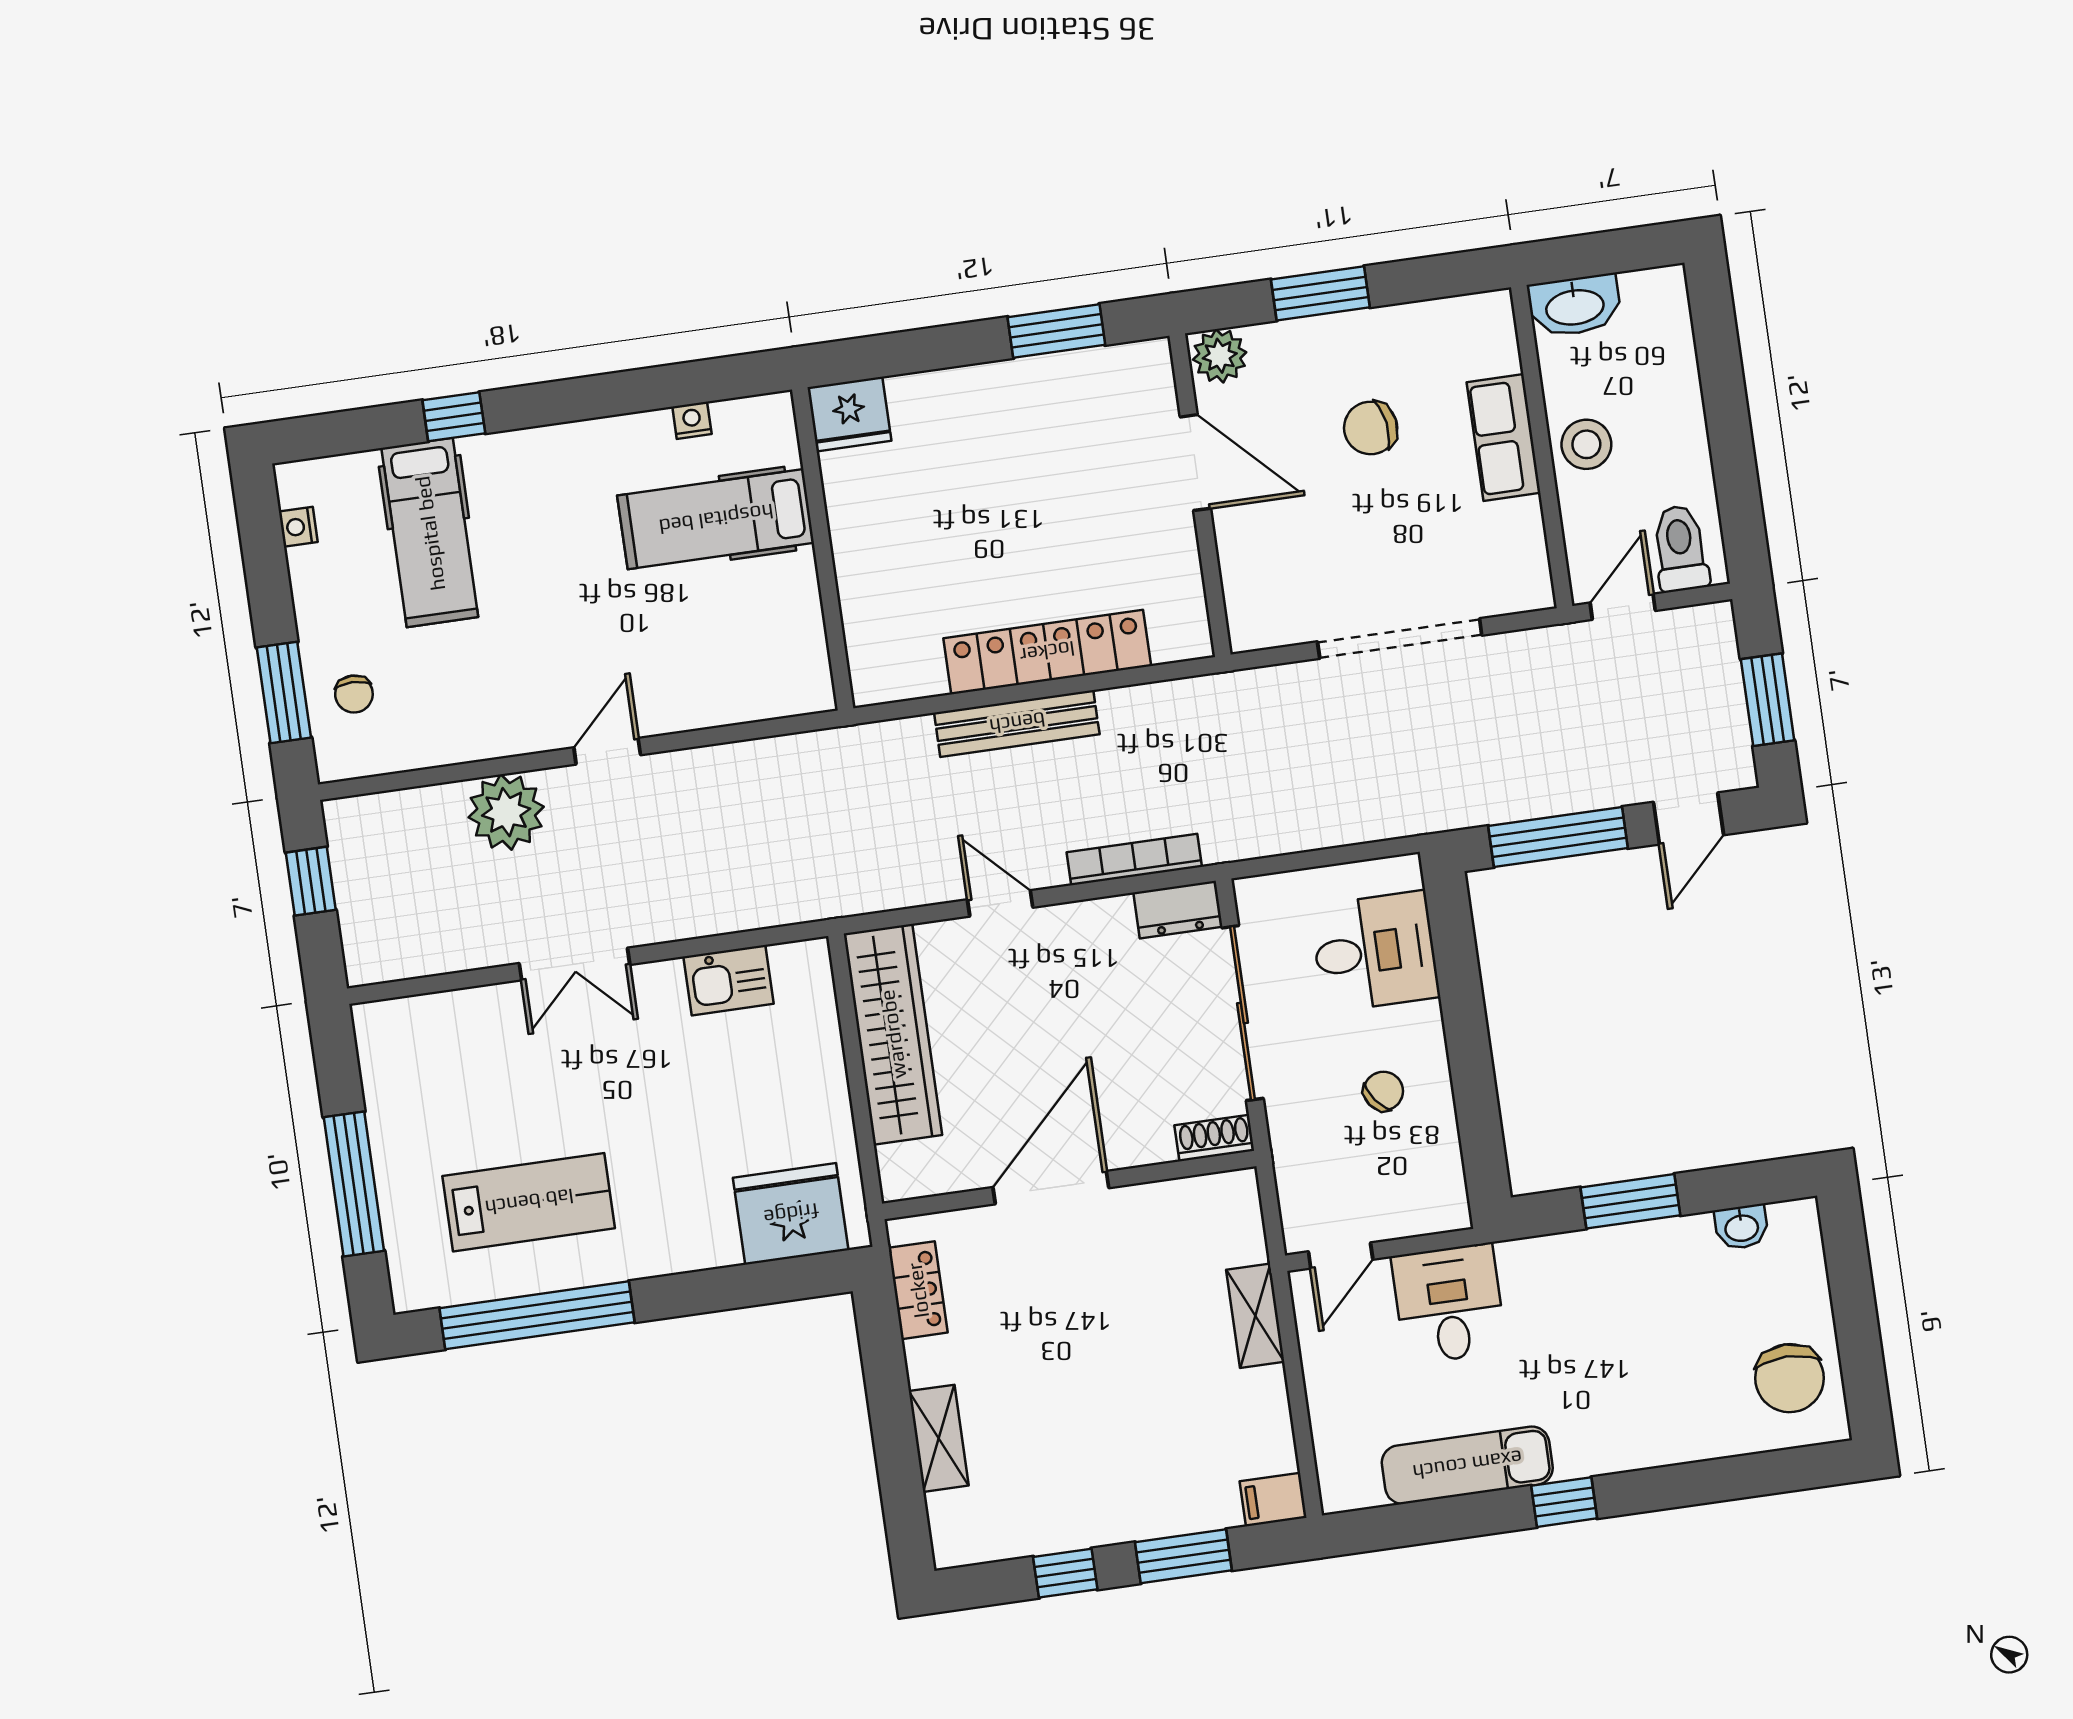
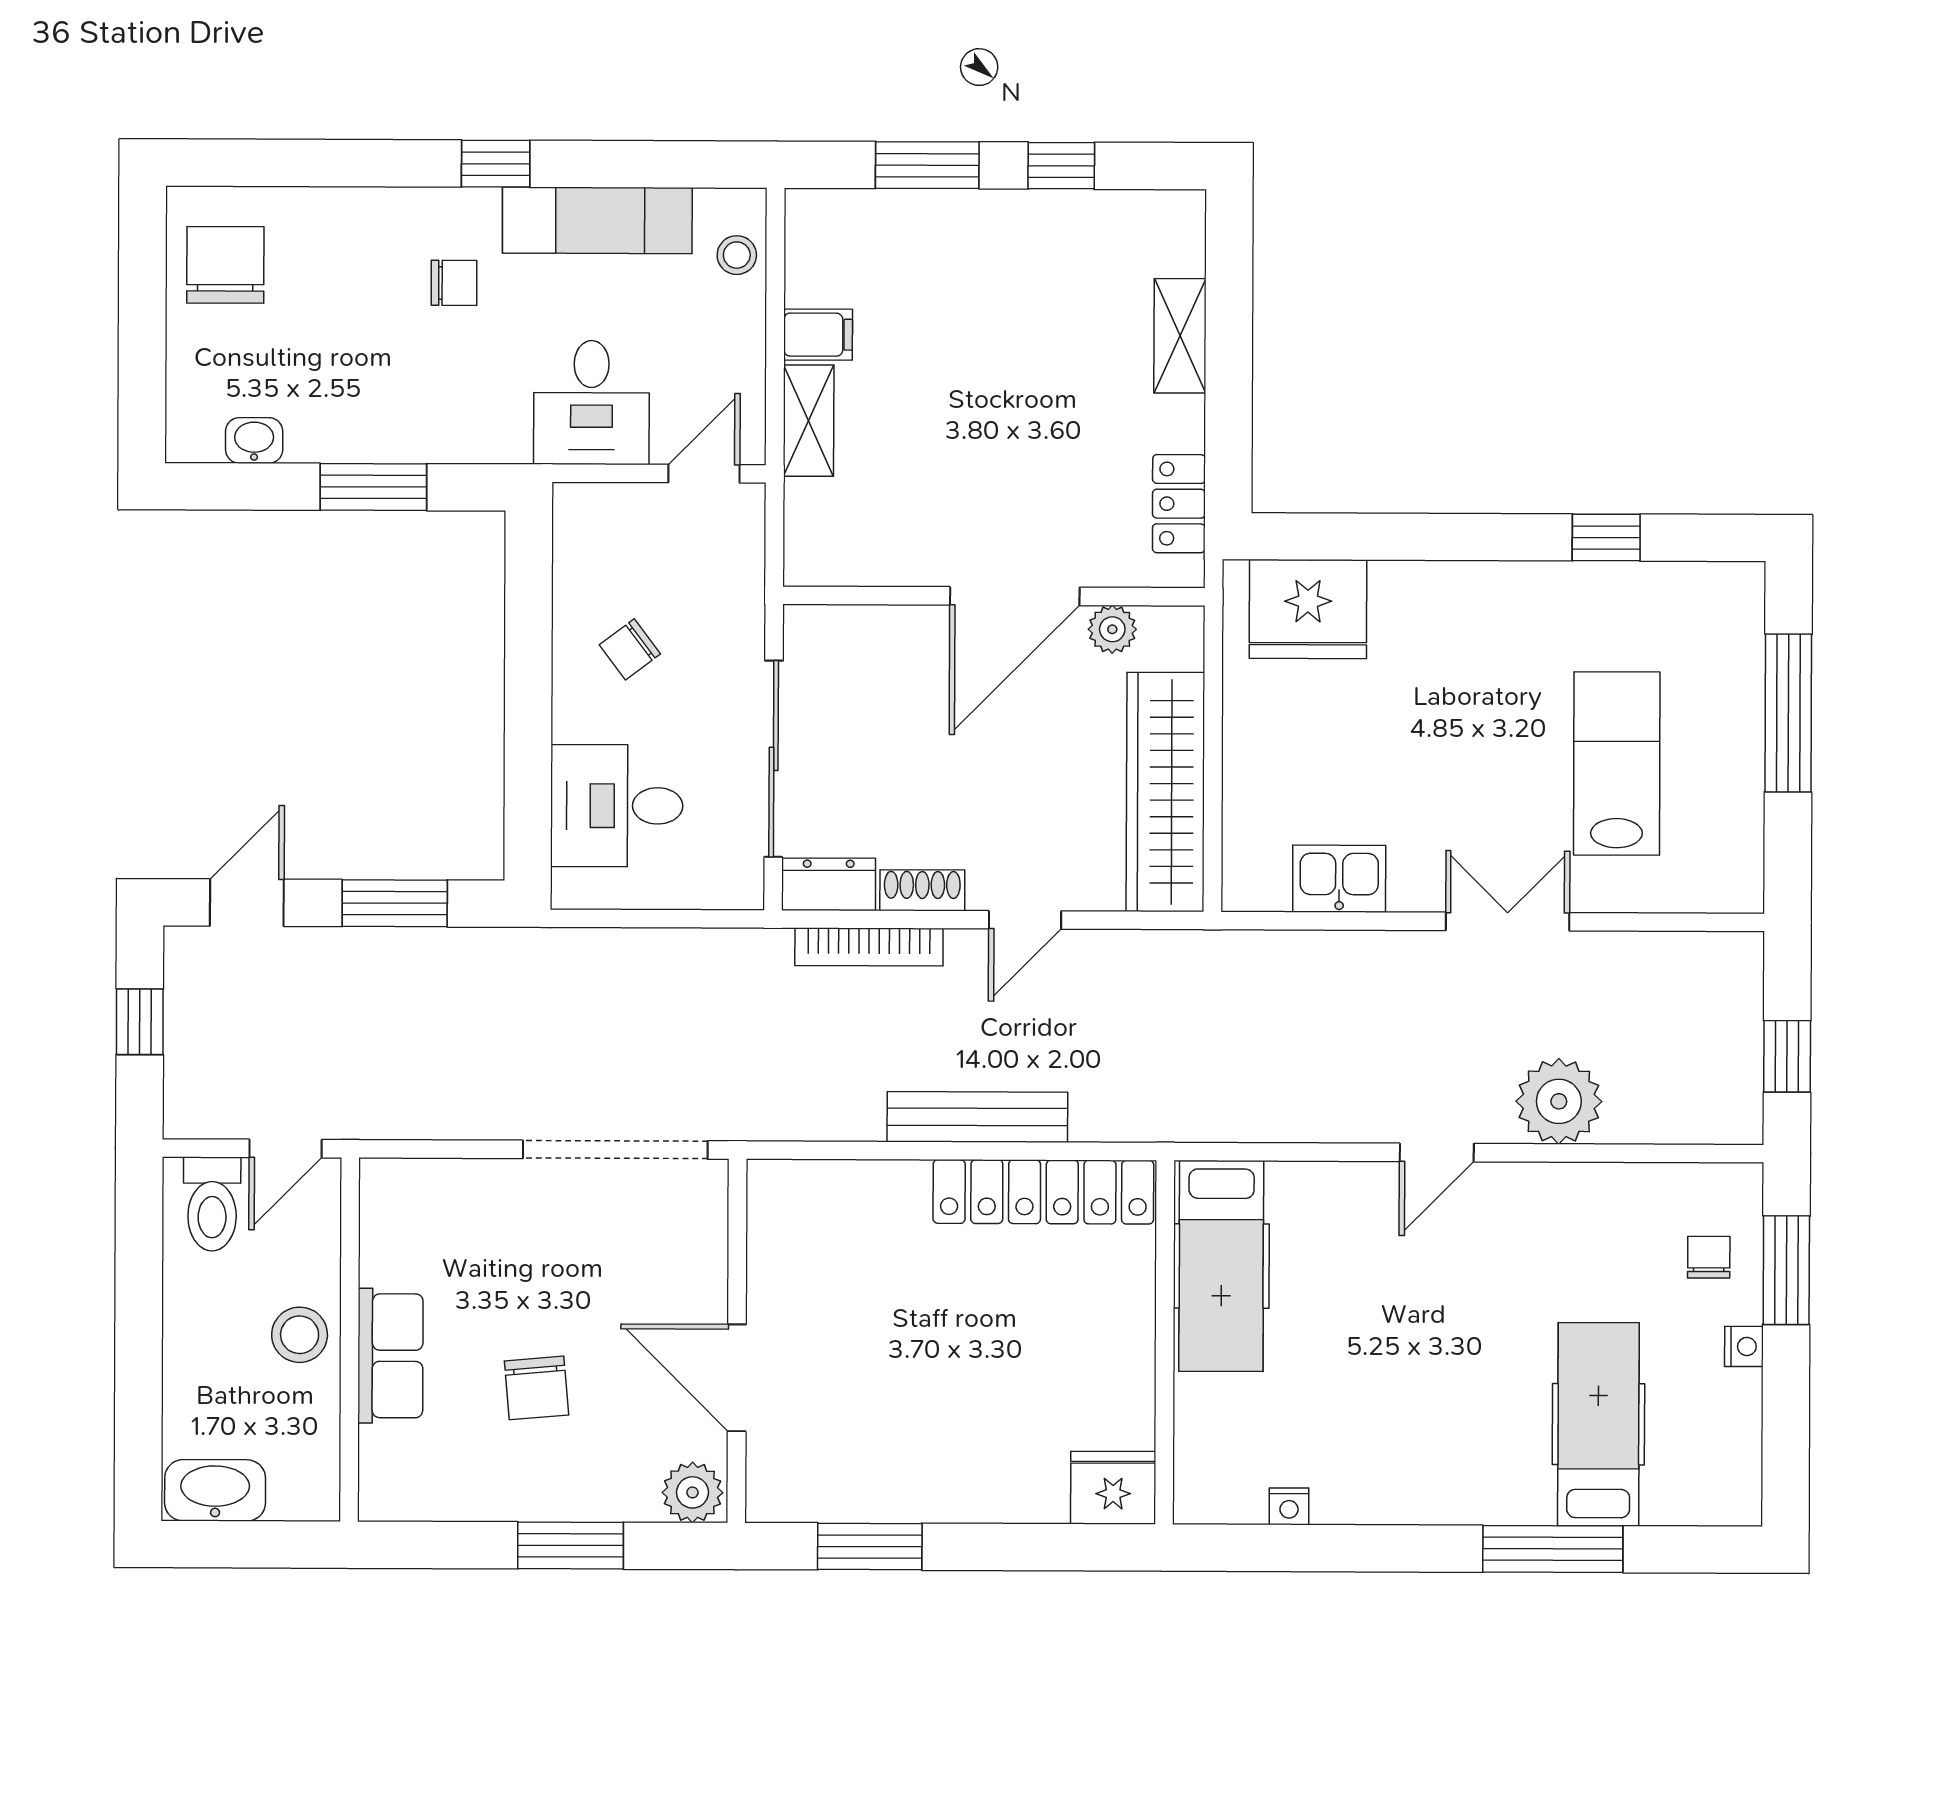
washbasin: (1575, 306) -> (215, 1490), moved
window: (454, 417) -> (1553, 1549), width x2.17
chair: (1371, 428) -> (537, 1388), turned 94
hospital bed: (716, 519) -> (1221, 1266), moved, turned 90
nightstand: (298, 527) -> (1744, 1346), moved
doorway: (1400, 638) -> (615, 1150), moved
locker: (1047, 652) -> (1043, 1192), moved
window: (1768, 700) -> (140, 1022), width x0.67
window: (1558, 837) -> (395, 903), width x0.69
door: (1000, 903) -> (1025, 920), hinge flipped
shoe rack: (1214, 1138) -> (922, 890), moved, turned 180
plant: (961, 1171) -> (1112, 629), added
lab bench: (529, 1202) -> (1617, 763), moved, turned 90
window: (537, 1315) -> (1606, 537), width x0.32
chair: (1586, 1392) -> (454, 283), added
stool: (1340, 1453) -> (737, 255), added
filing cabinet: (1273, 1500) -> (818, 335), moved

